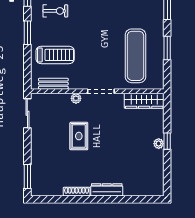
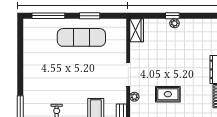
exercise mat: (136, 56) -> (81, 37), moved
wardrobe: (144, 101) -> (137, 30), width x0.67

